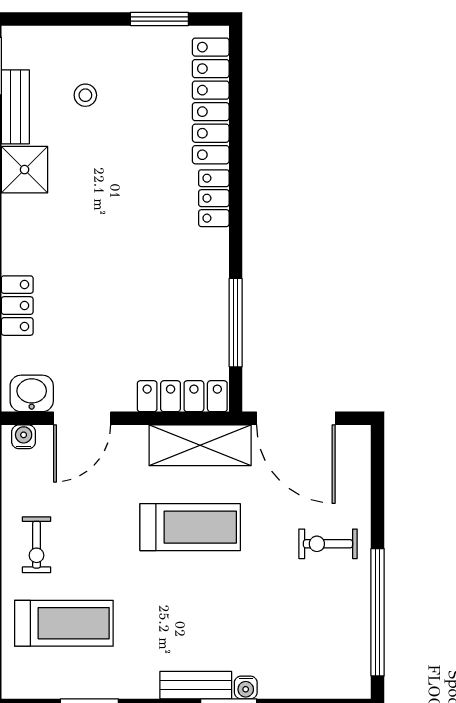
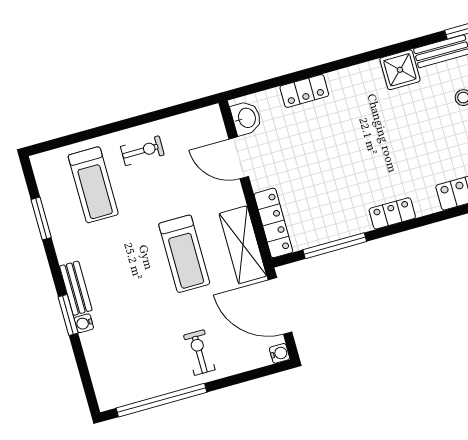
locker: (214, 198) -> (392, 213), moved
door: (296, 418) -> (280, 306), hinge flipped
water cooler: (24, 437) -> (279, 353), moved
exercise bike: (37, 545) -> (142, 151), turned 180

